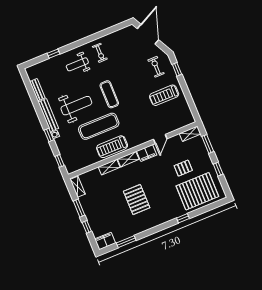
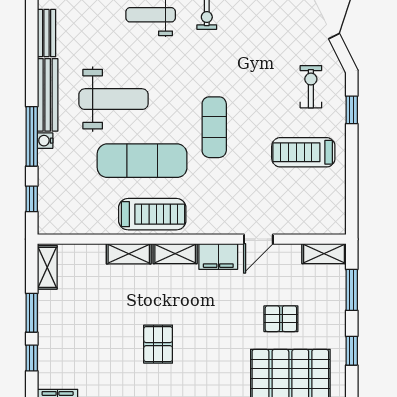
exercise mat: (109, 94) -> (214, 127), moved
window: (49, 135) -> (32, 136), width x2.17
treadmill: (112, 147) -> (152, 214), turned 180
pallet: (137, 200) -> (158, 344), width x0.67, depth x0.71

